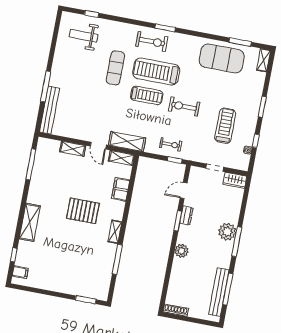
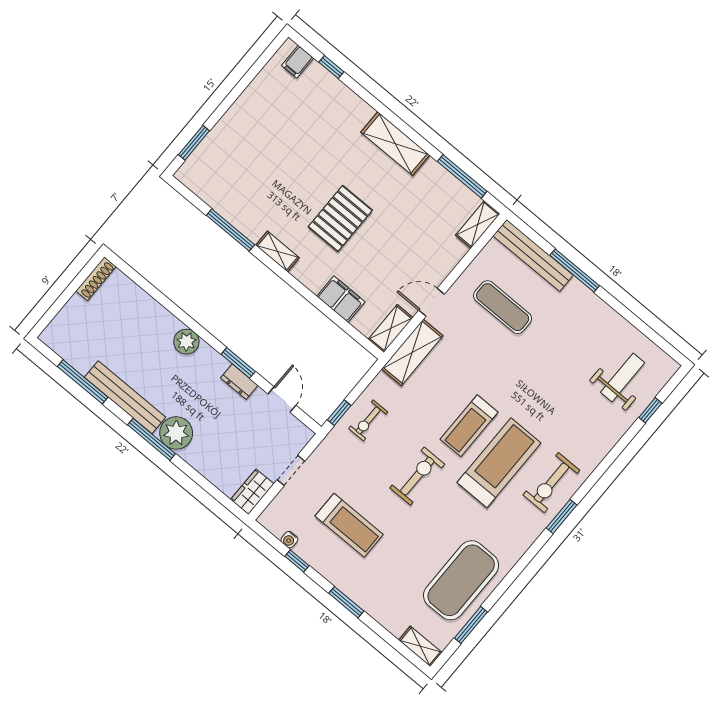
exercise mat: (115, 68) -> (503, 307), moved
shelving: (73, 149) -> (478, 224), moved
shelving: (30, 222) -> (395, 144), moved
bench: (219, 292) -> (125, 397), moved

